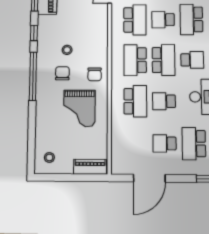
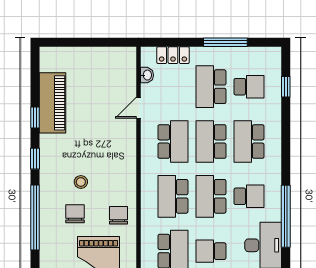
school desk: (163, 20) -> (211, 141), width x1.85
school desk: (164, 60) -> (211, 196), turned 180
chair: (95, 74) -> (118, 215), turned 180

